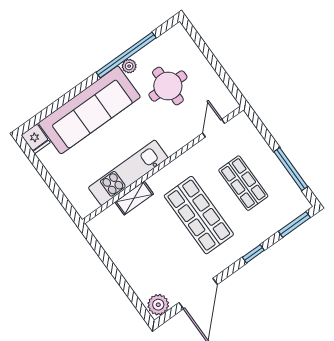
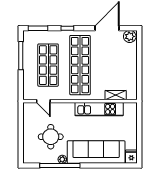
door: (214, 128) -> (43, 101), hinge flipped
shop shelf: (243, 183) -> (48, 65), width x1.43, depth x1.36
shelving: (134, 198) -> (116, 95), moved
shop shelf: (199, 215) -> (80, 65), width x1.40

